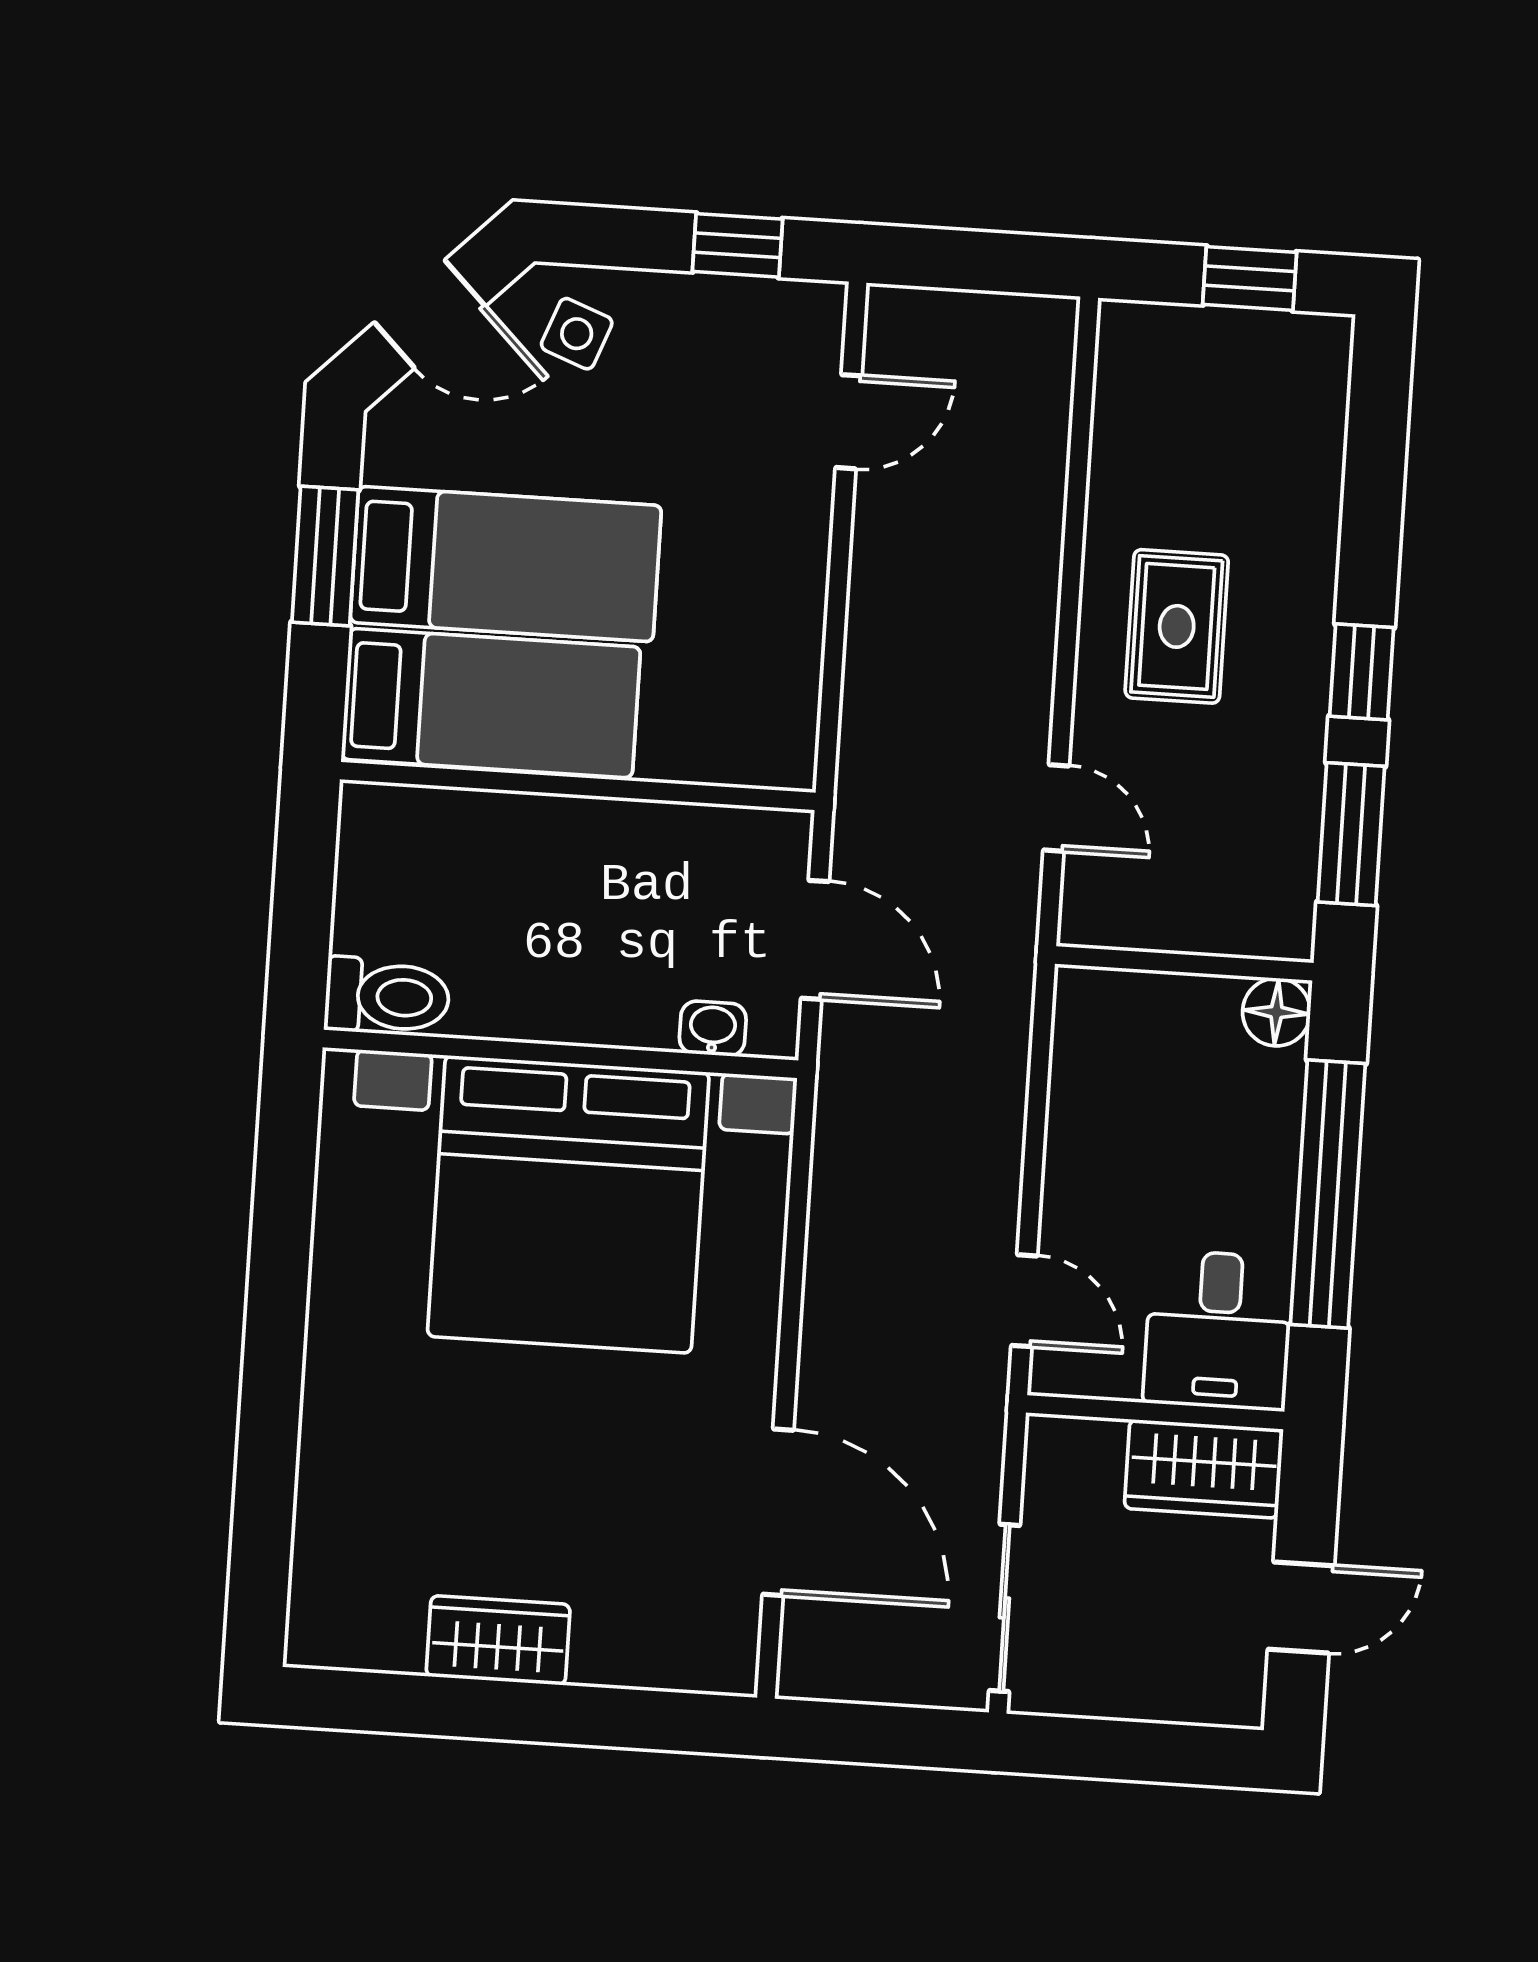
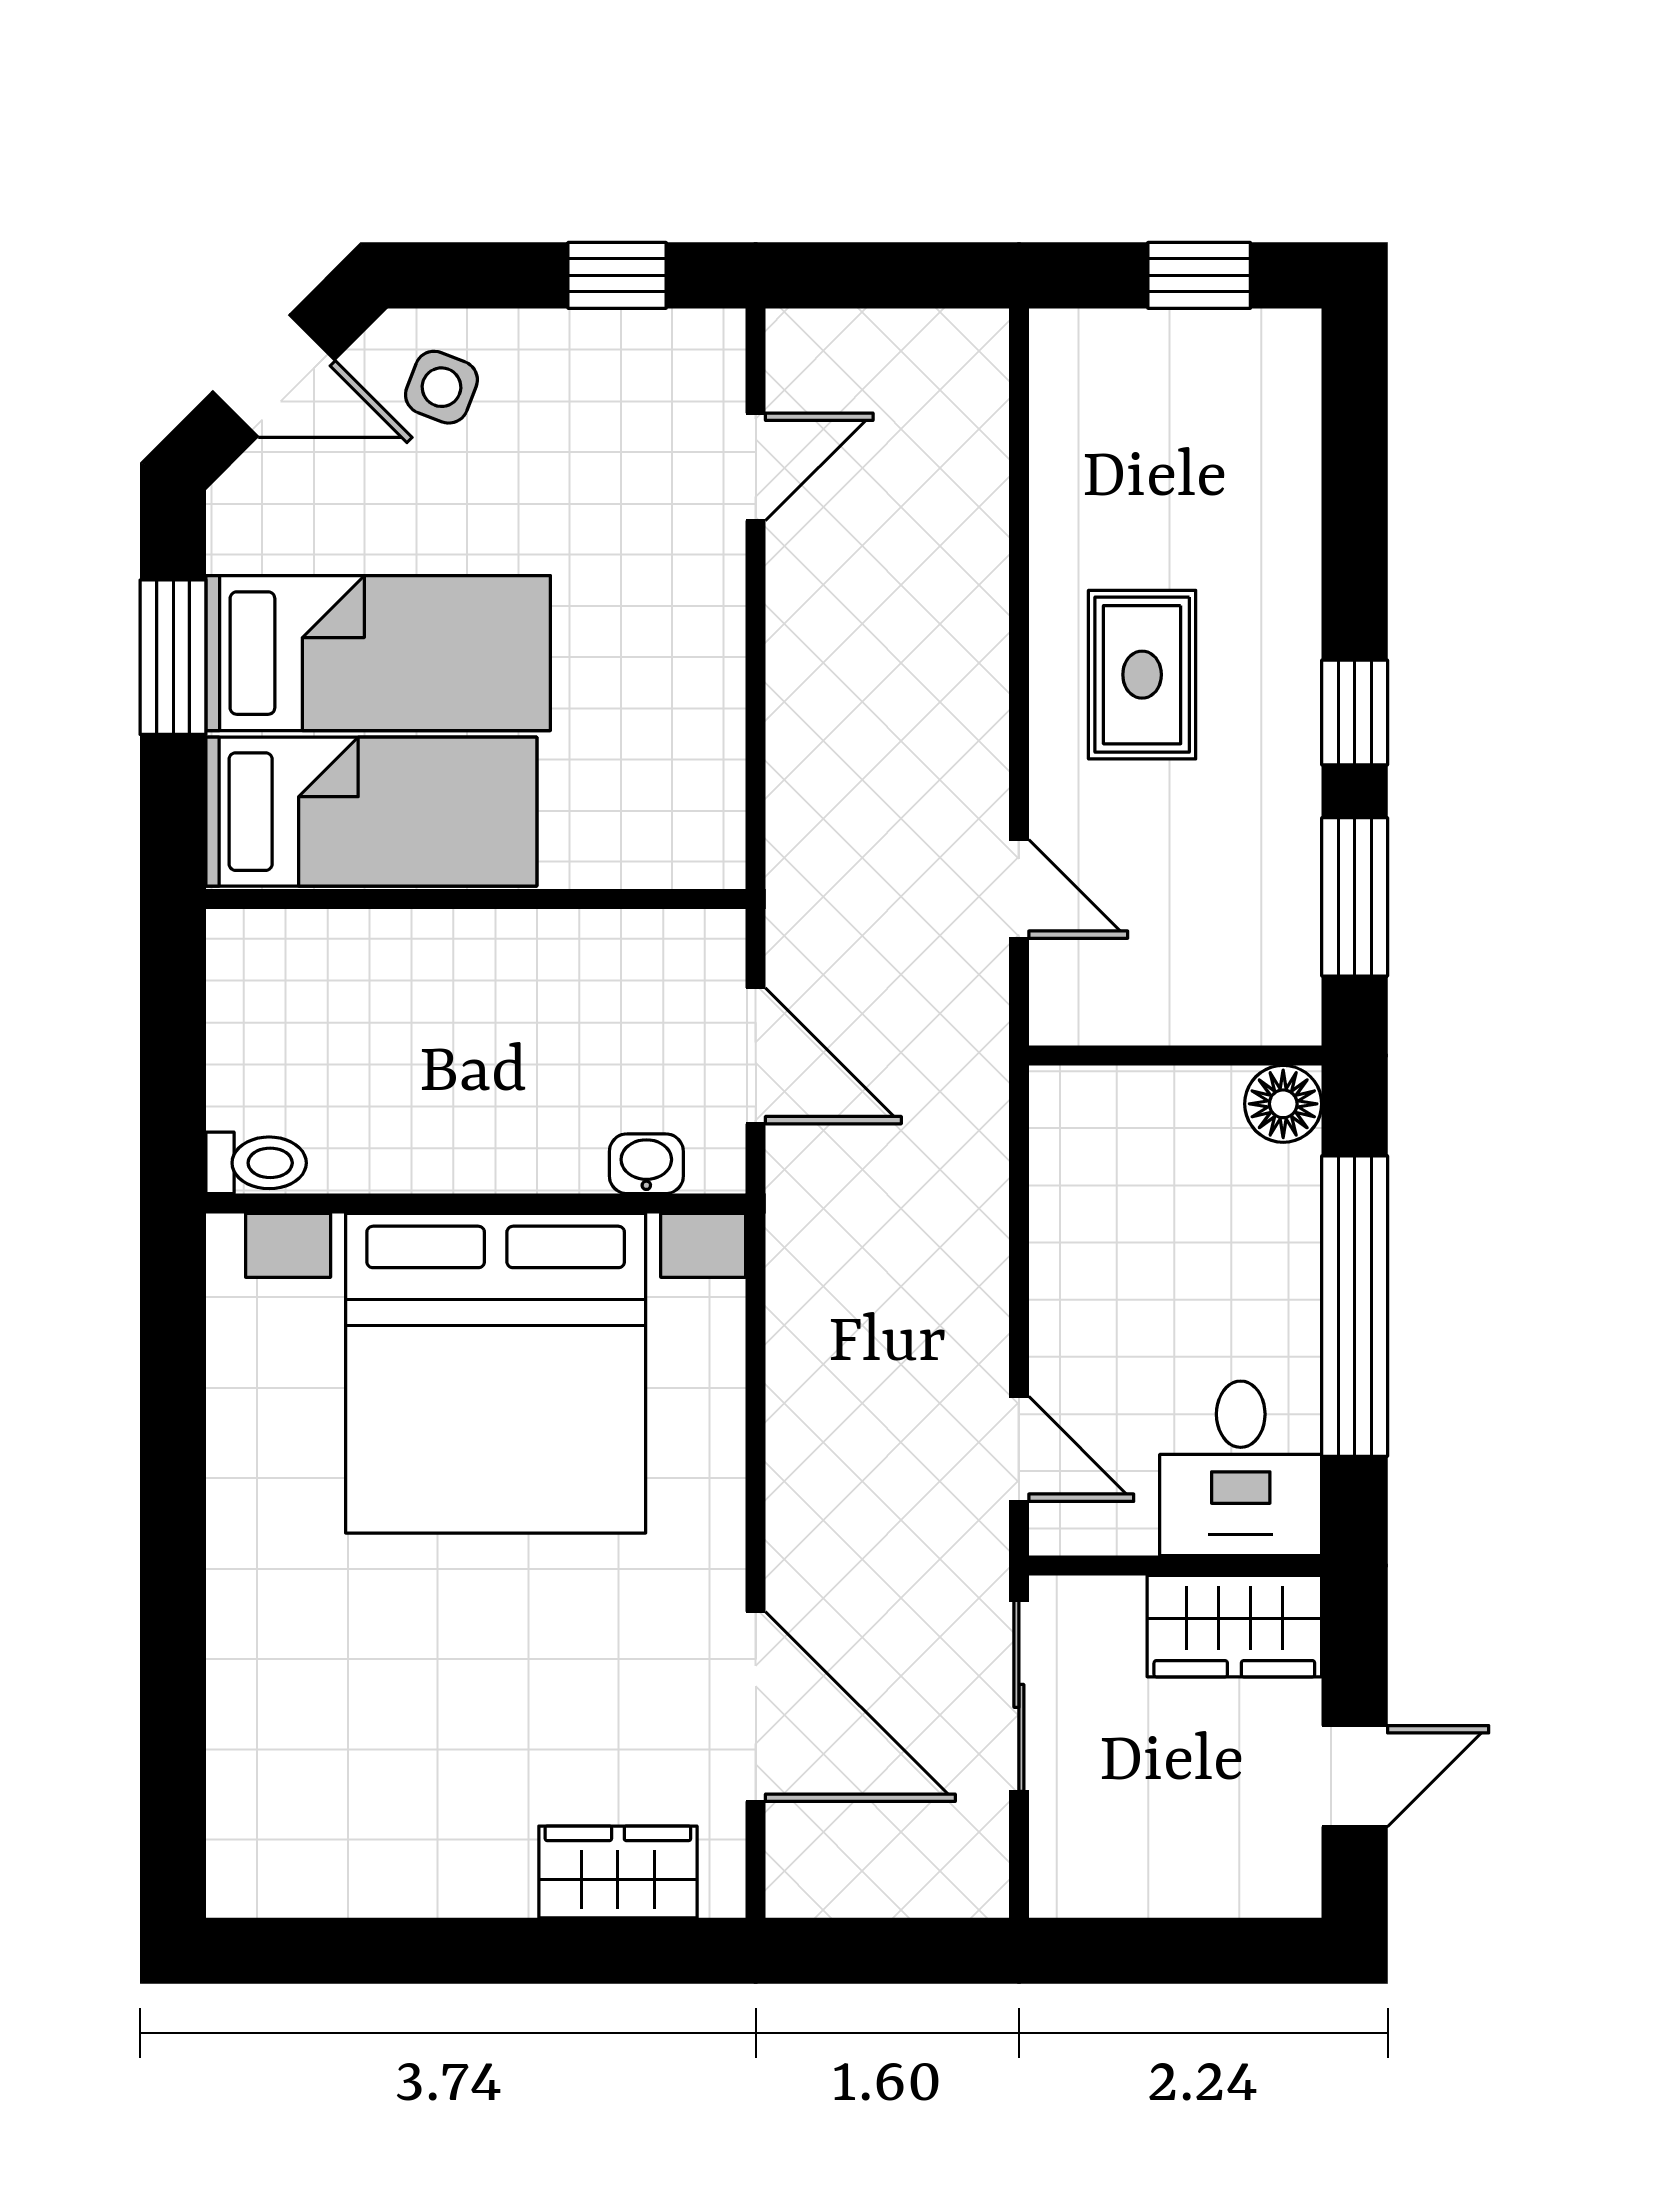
toilet: (387, 997) -> (256, 1163), width x0.73, depth x0.72
sliding door: (1004, 1608) -> (1019, 1696), moved
wardrobe: (498, 1640) -> (618, 1872), moved

